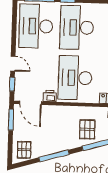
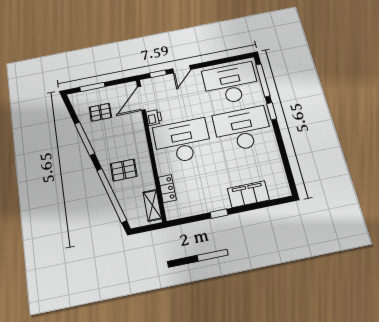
window: (11, 120) -> (92, 87), moved
pallet: (24, 150) -> (100, 112), moved

